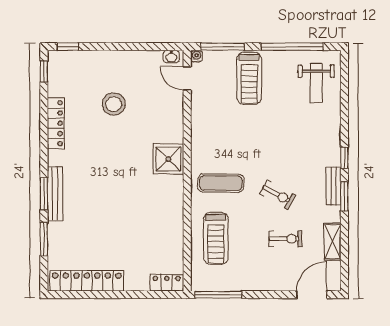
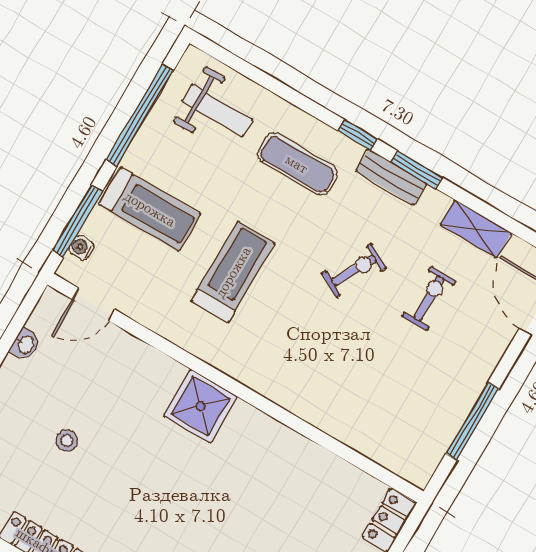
water cooler: (197, 56) -> (81, 248), moved
washbasin: (171, 57) -> (25, 344), moved
stool: (114, 104) -> (67, 440), width x0.53, depth x0.53
exercise mat: (221, 183) -> (297, 164), moved, turned 90
treadmill: (216, 238) -> (233, 272), moved, turned -90
window: (218, 295) -> (472, 421), moved

